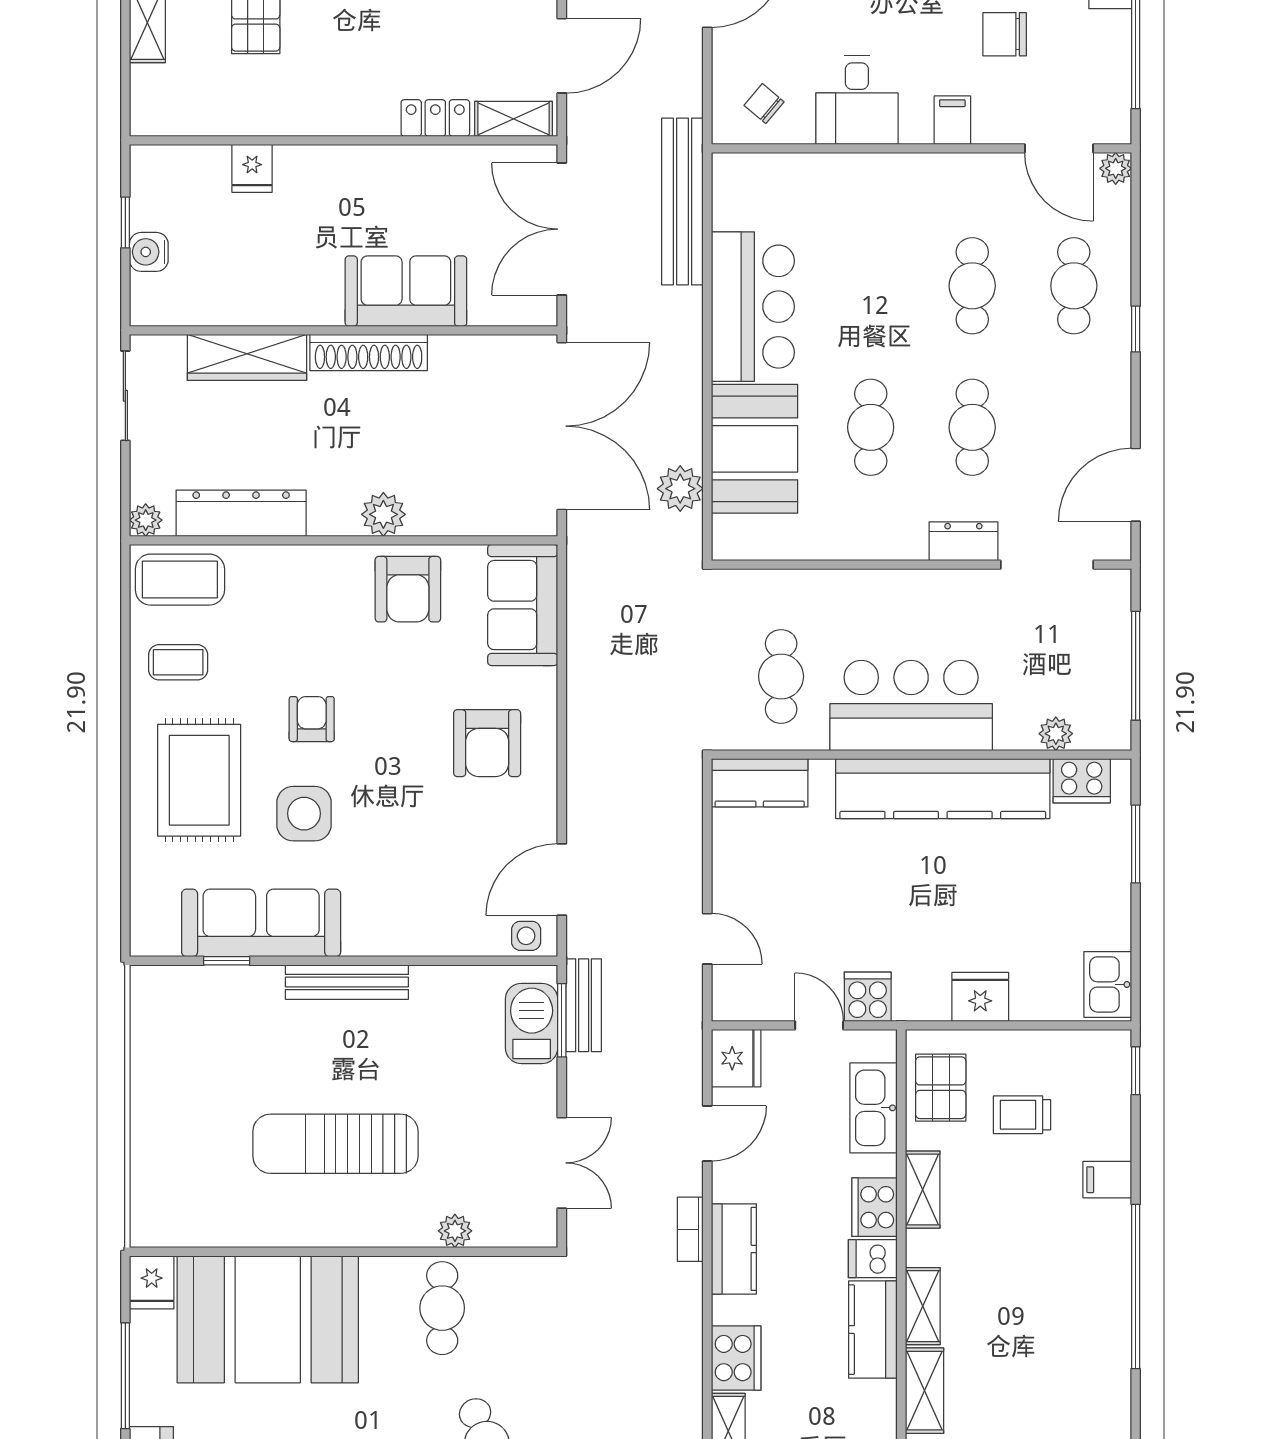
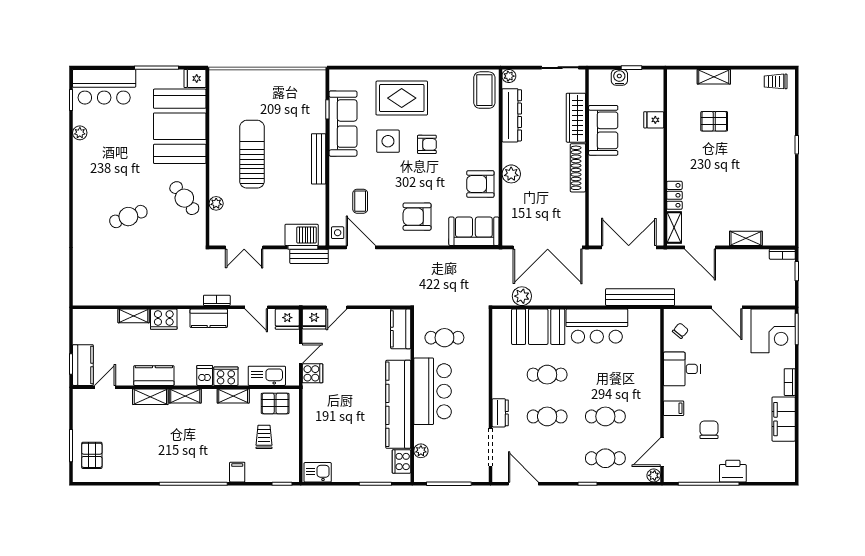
sofa: (406, 291) -> (603, 130), moved
coffee table: (178, 662) -> (360, 201), moved
fridge: (980, 997) -> (314, 319), moved, turned 90
cafe table: (442, 1308) -> (184, 198), turned 52
kitchen counter: (873, 1330) -> (154, 376), moved

